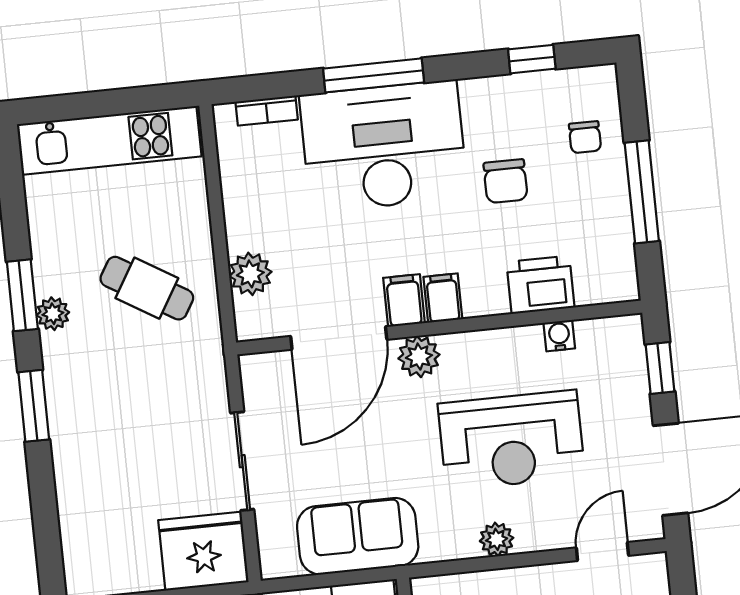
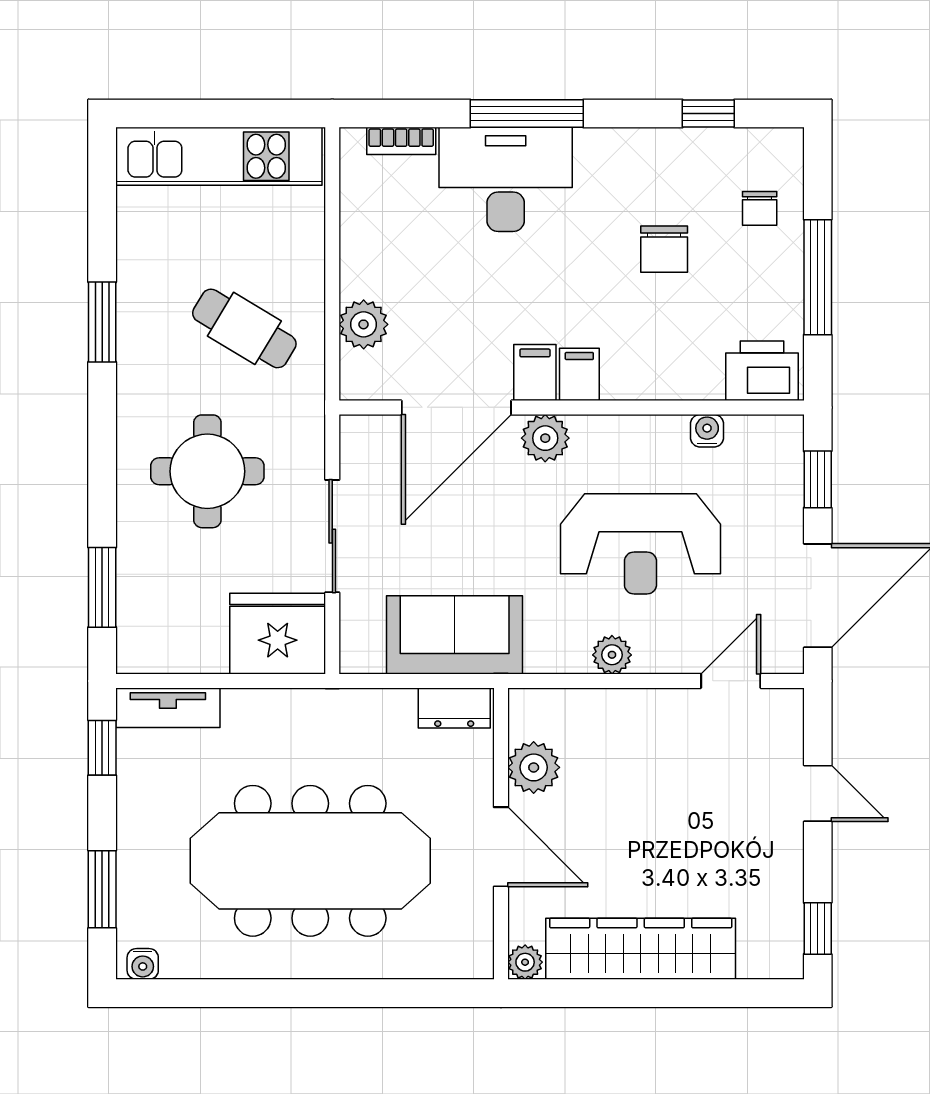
desk: (384, 146) -> (506, 179), width x0.73, depth x0.77
printer: (540, 285) -> (762, 371), moved
plant: (53, 314) -> (135, 346), removed
window: (34, 406) -> (102, 587), moved
round table: (127, 416) -> (207, 471), added

